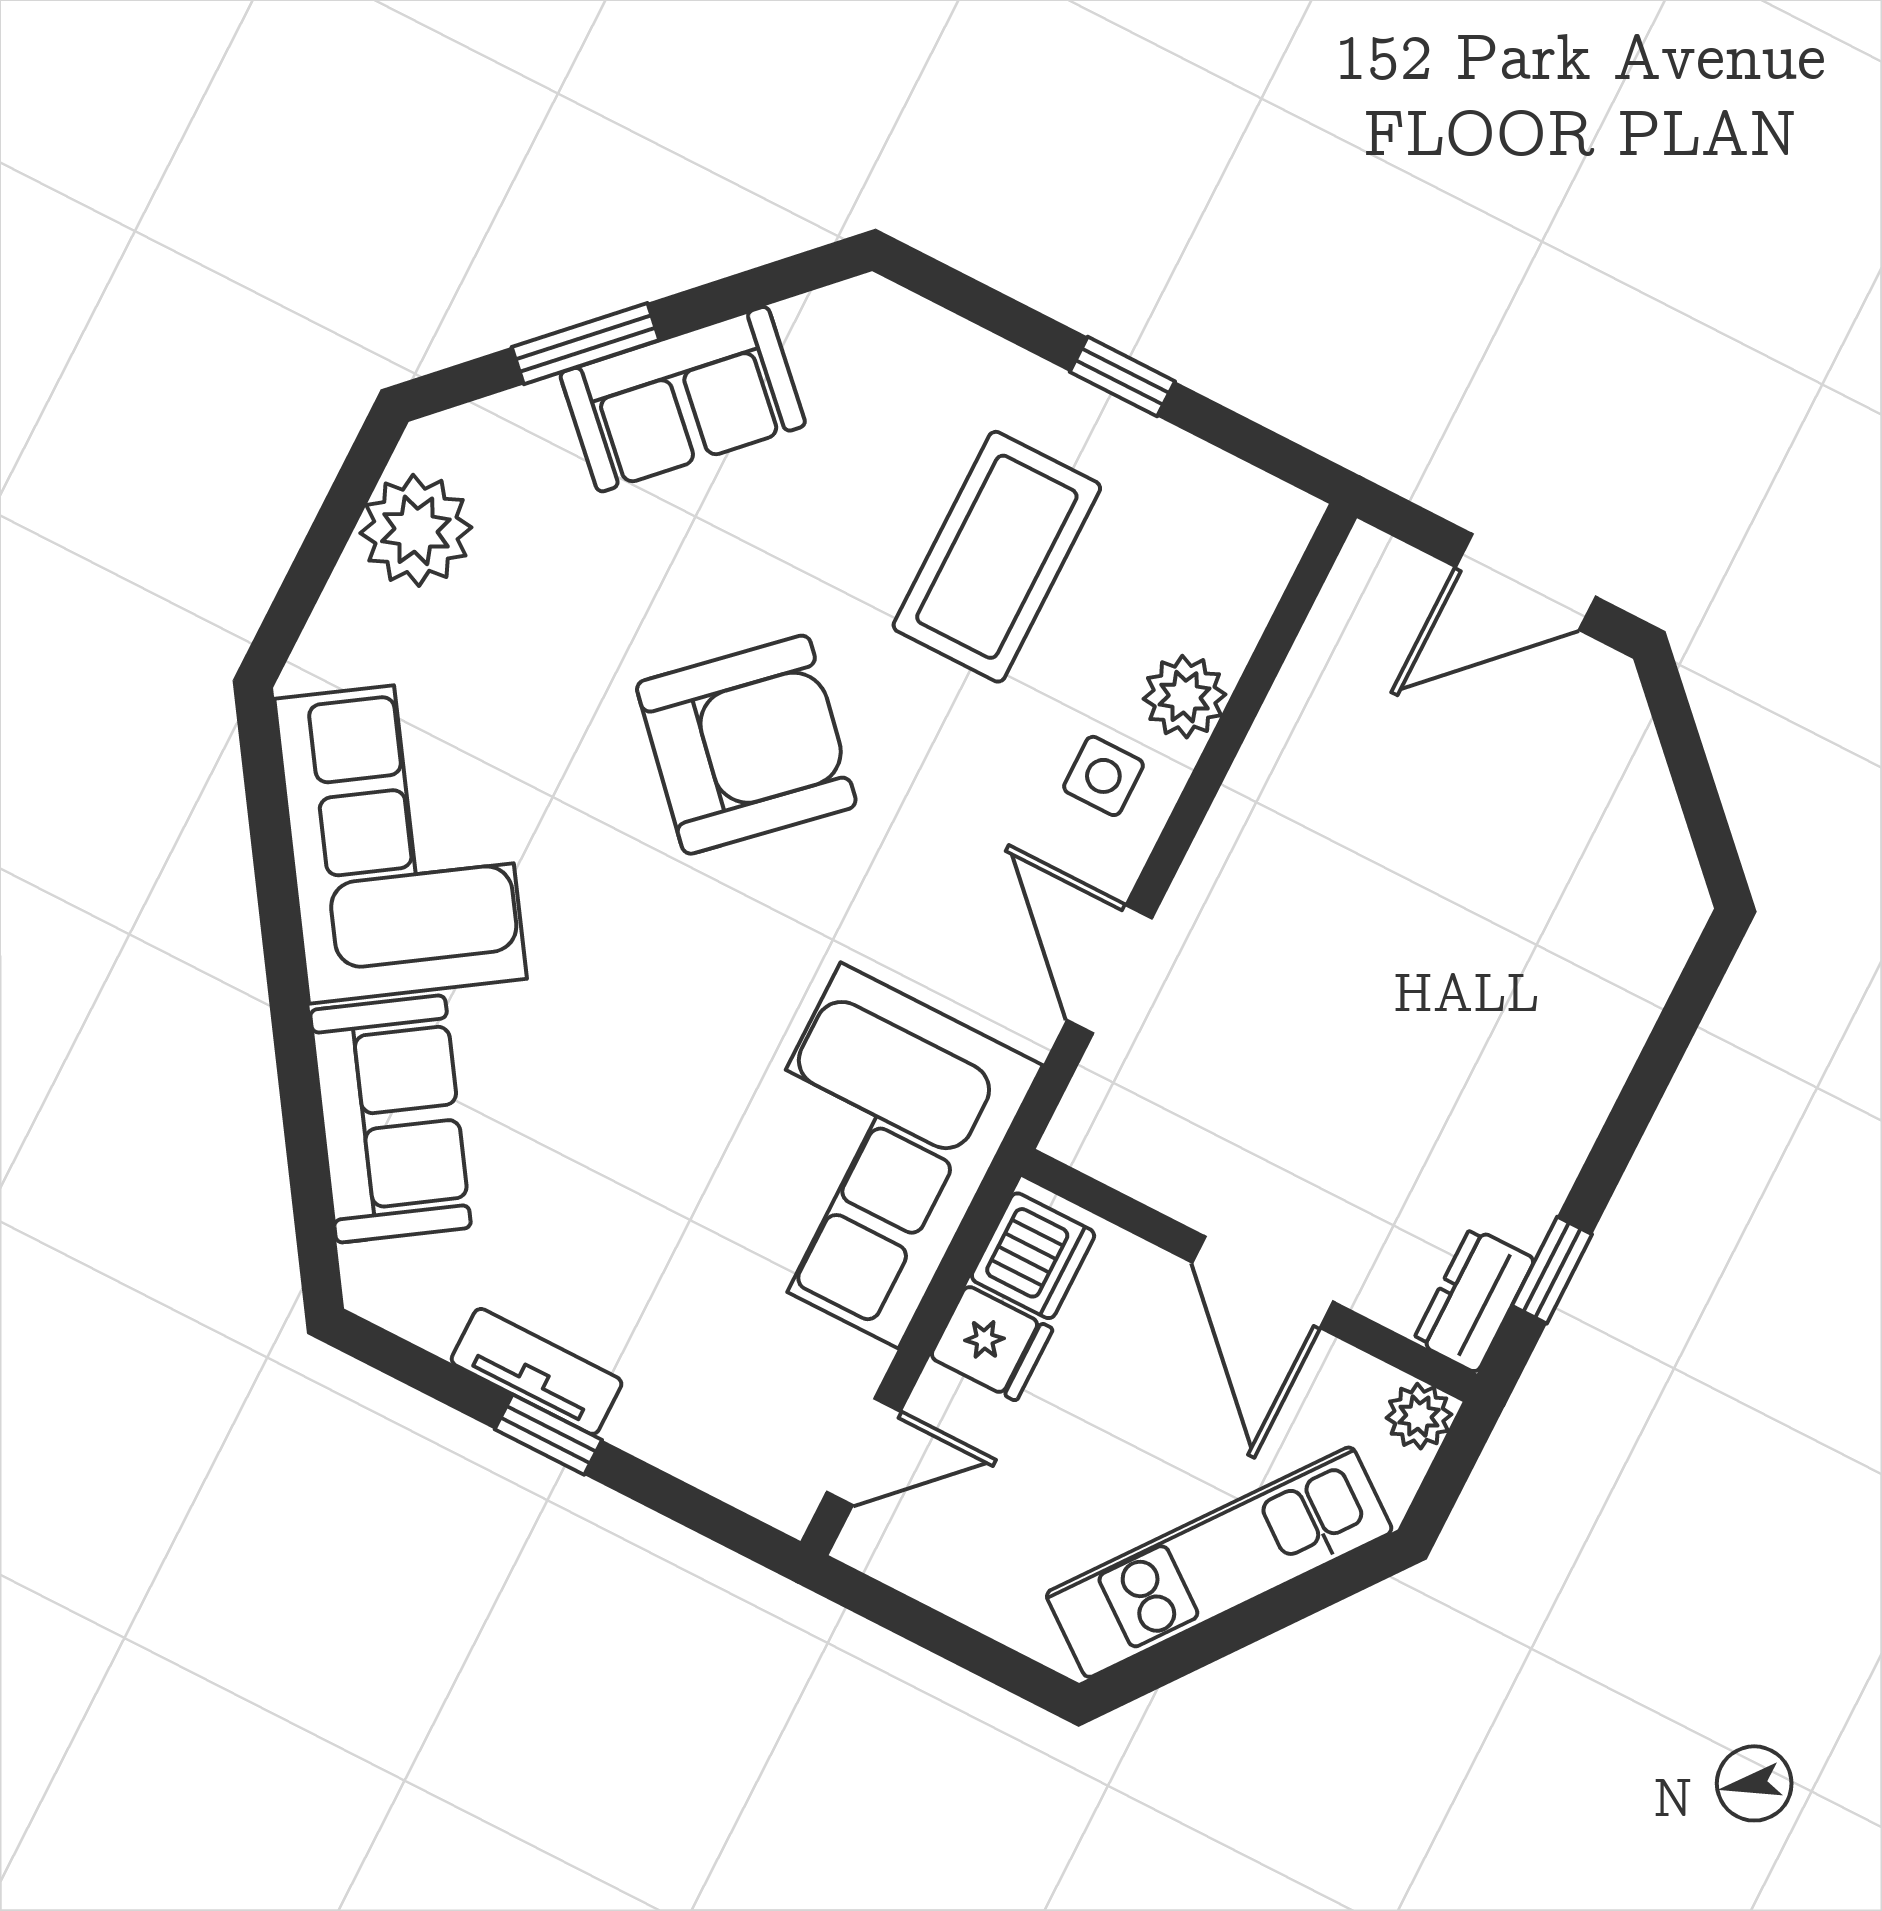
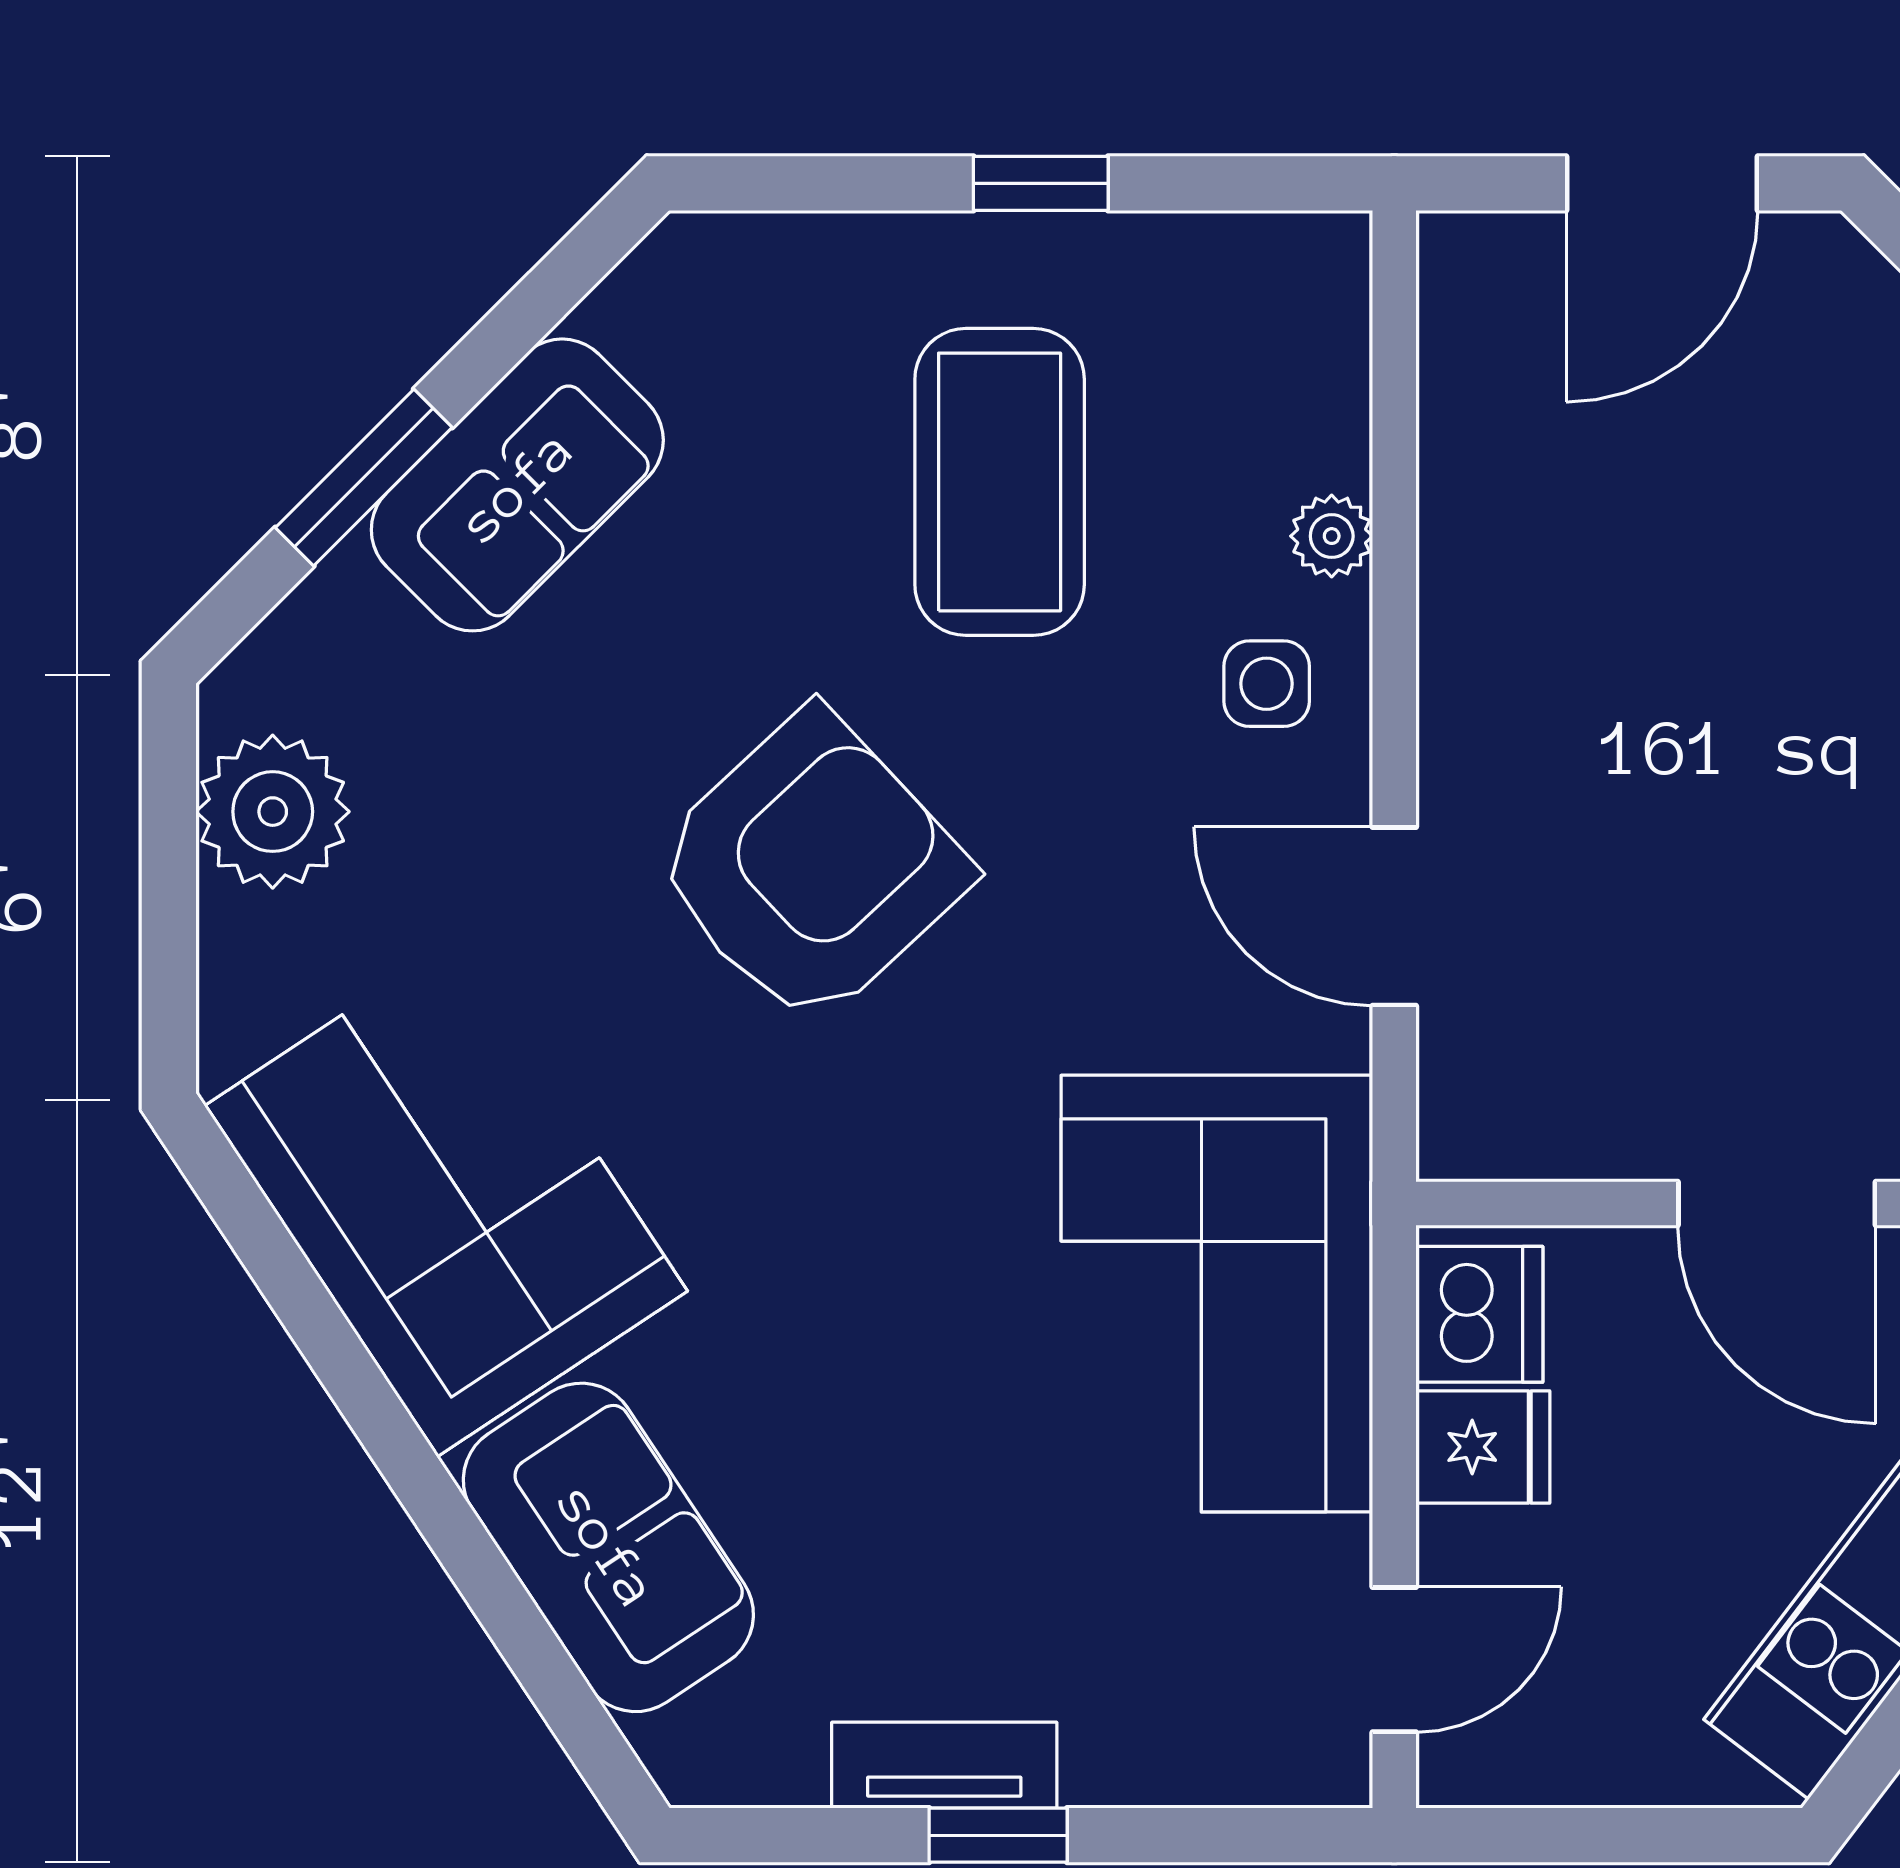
plant: (1185, 697) -> (1332, 536), width x0.73, depth x0.73

